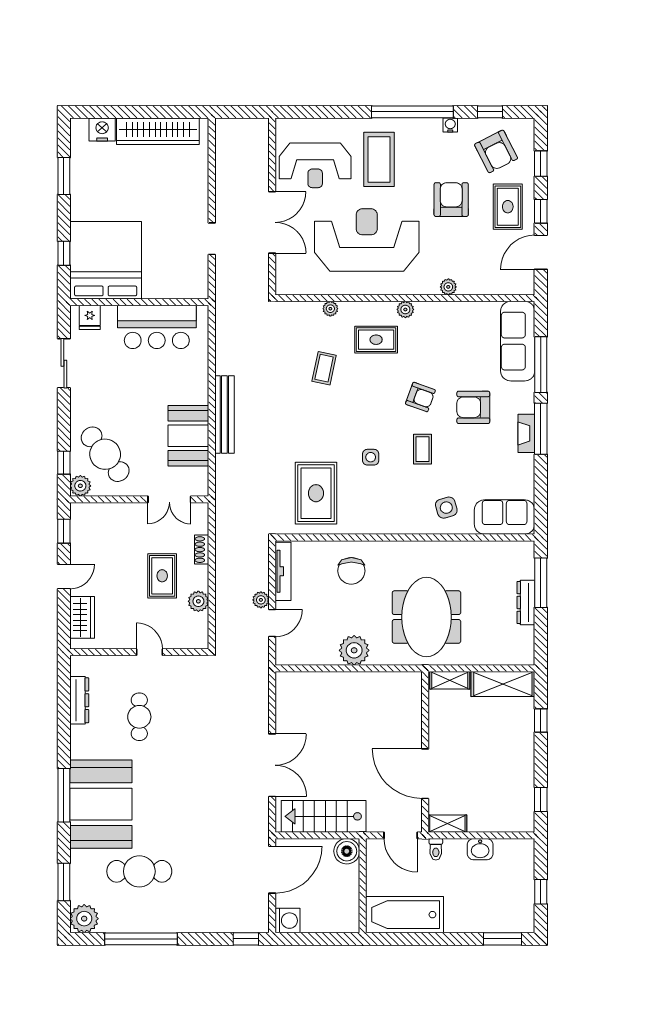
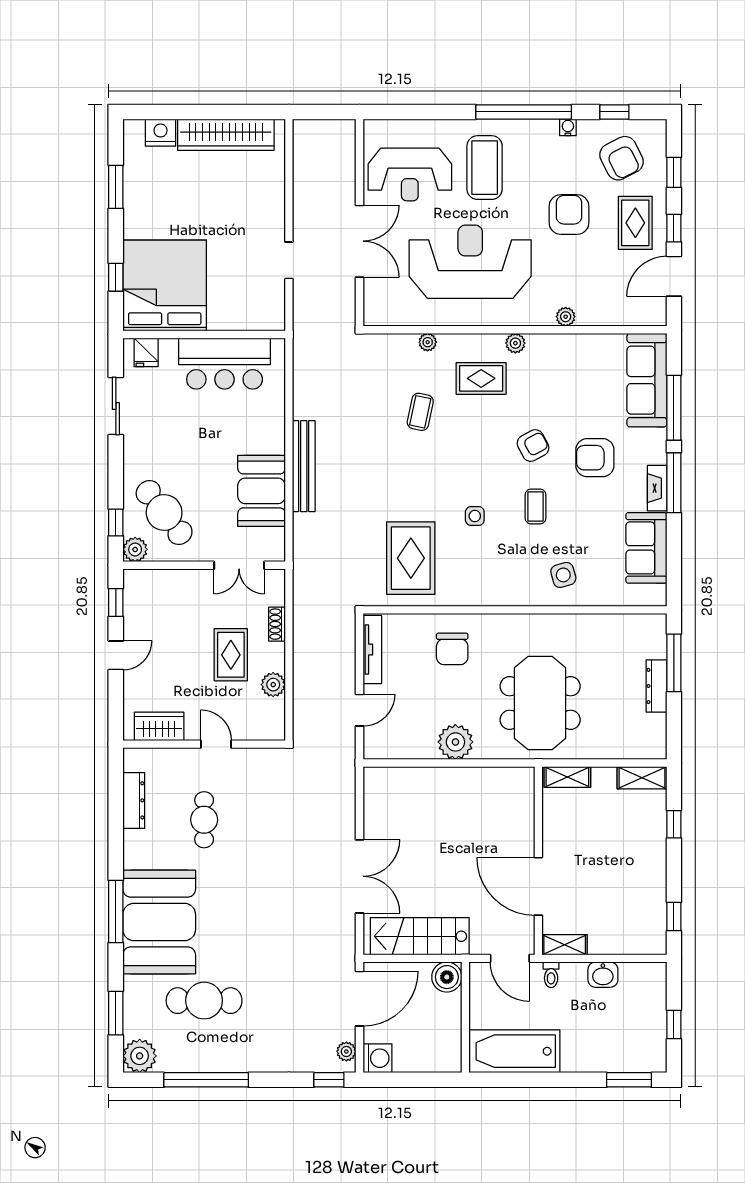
armchair: (420, 397) -> (533, 446), turned -48
sofa: (505, 517) -> (646, 548), moved, turned -90
plant: (261, 600) -> (346, 1051), moved
wardrobe: (82, 617) -> (159, 726), moved, turned -90
shelving: (503, 684) -> (642, 778), width x0.67, depth x0.75

